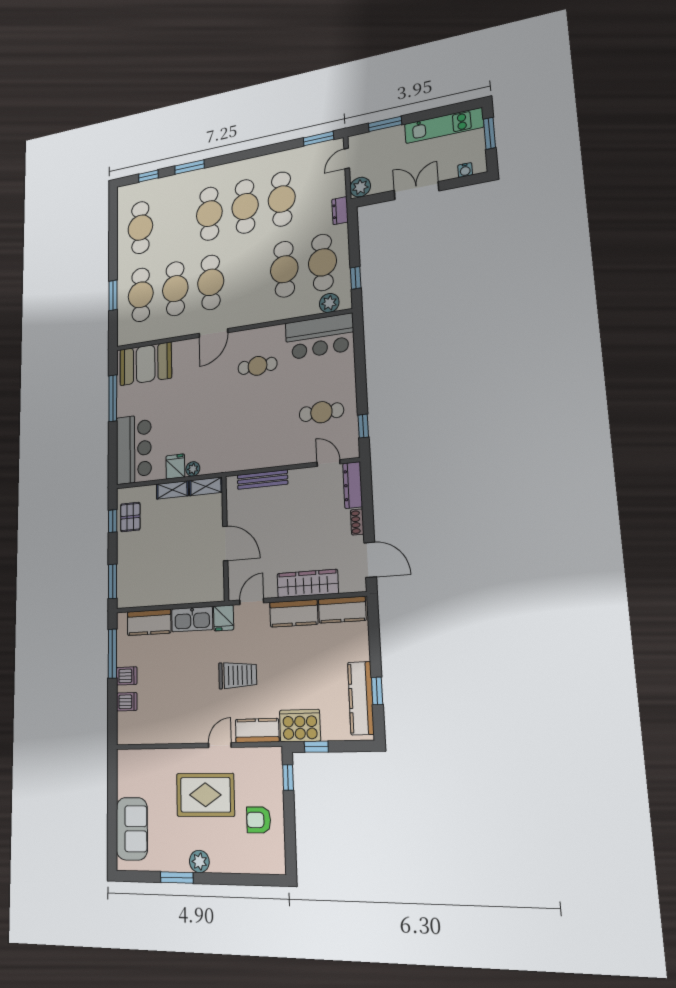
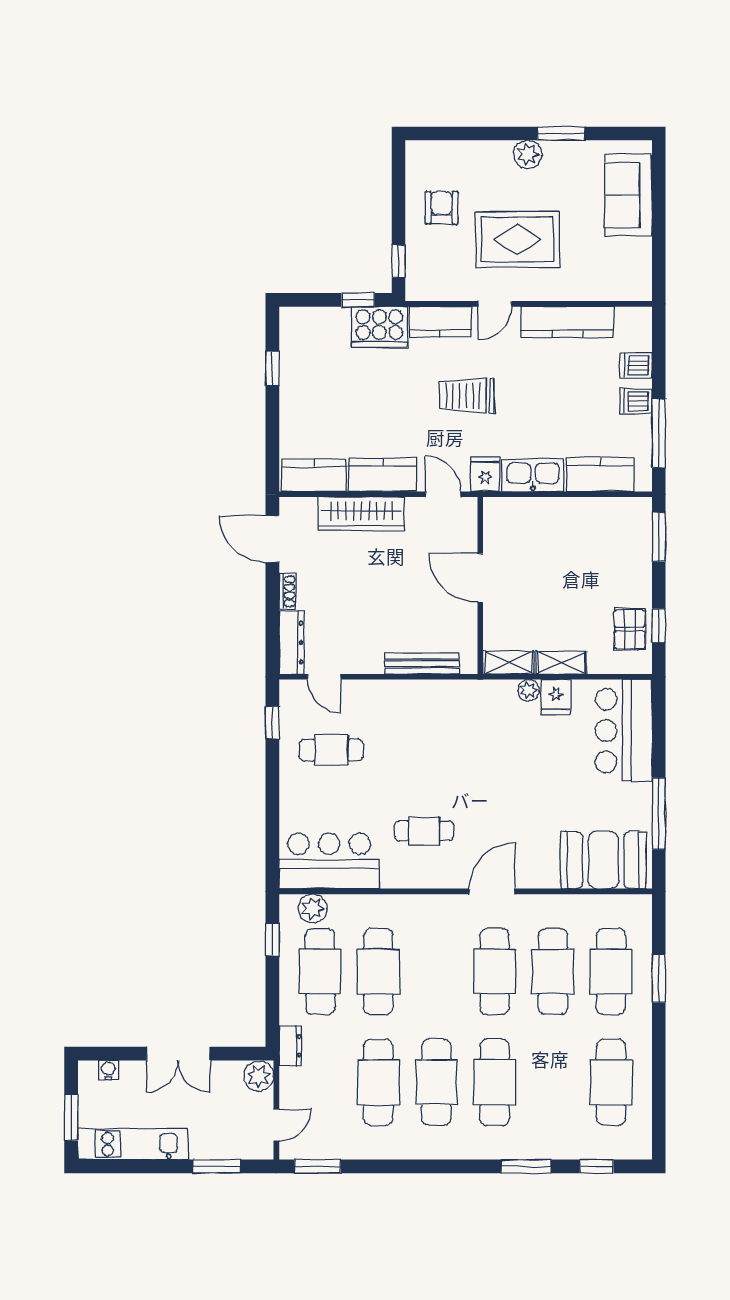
door: (252, 602) -> (443, 494), swing flipped
kitchen counter: (361, 698) -> (567, 322), moved, turned 90
armchair: (259, 820) -> (442, 208), turned -90

